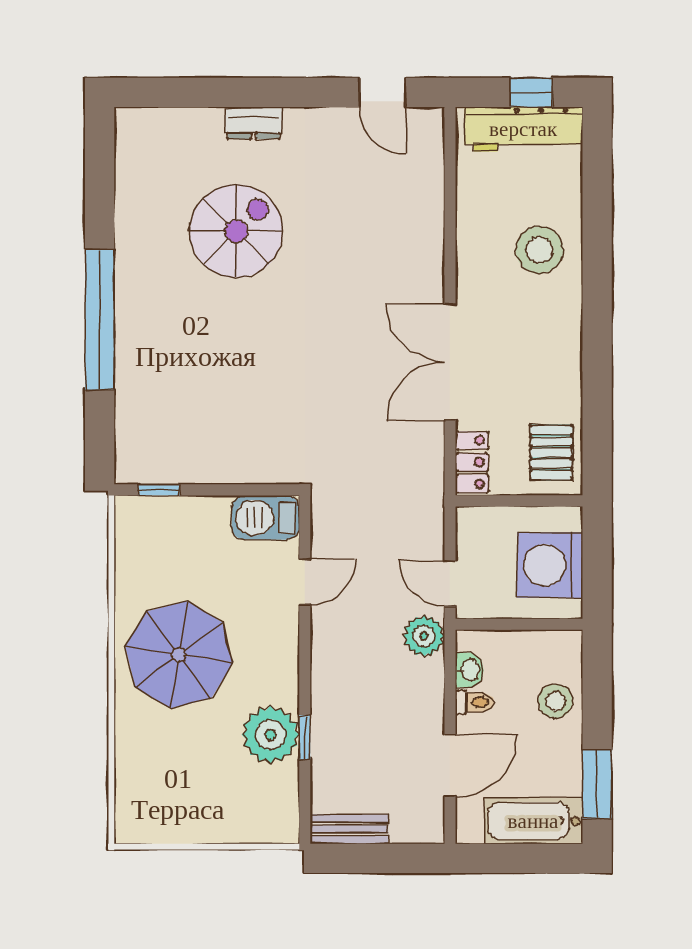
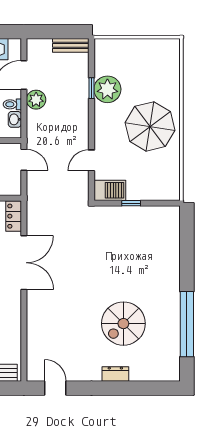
window: (100, 319) -> (187, 324), moved
window: (159, 490) -> (131, 203), moved
plant: (424, 636) -> (36, 100), moved

